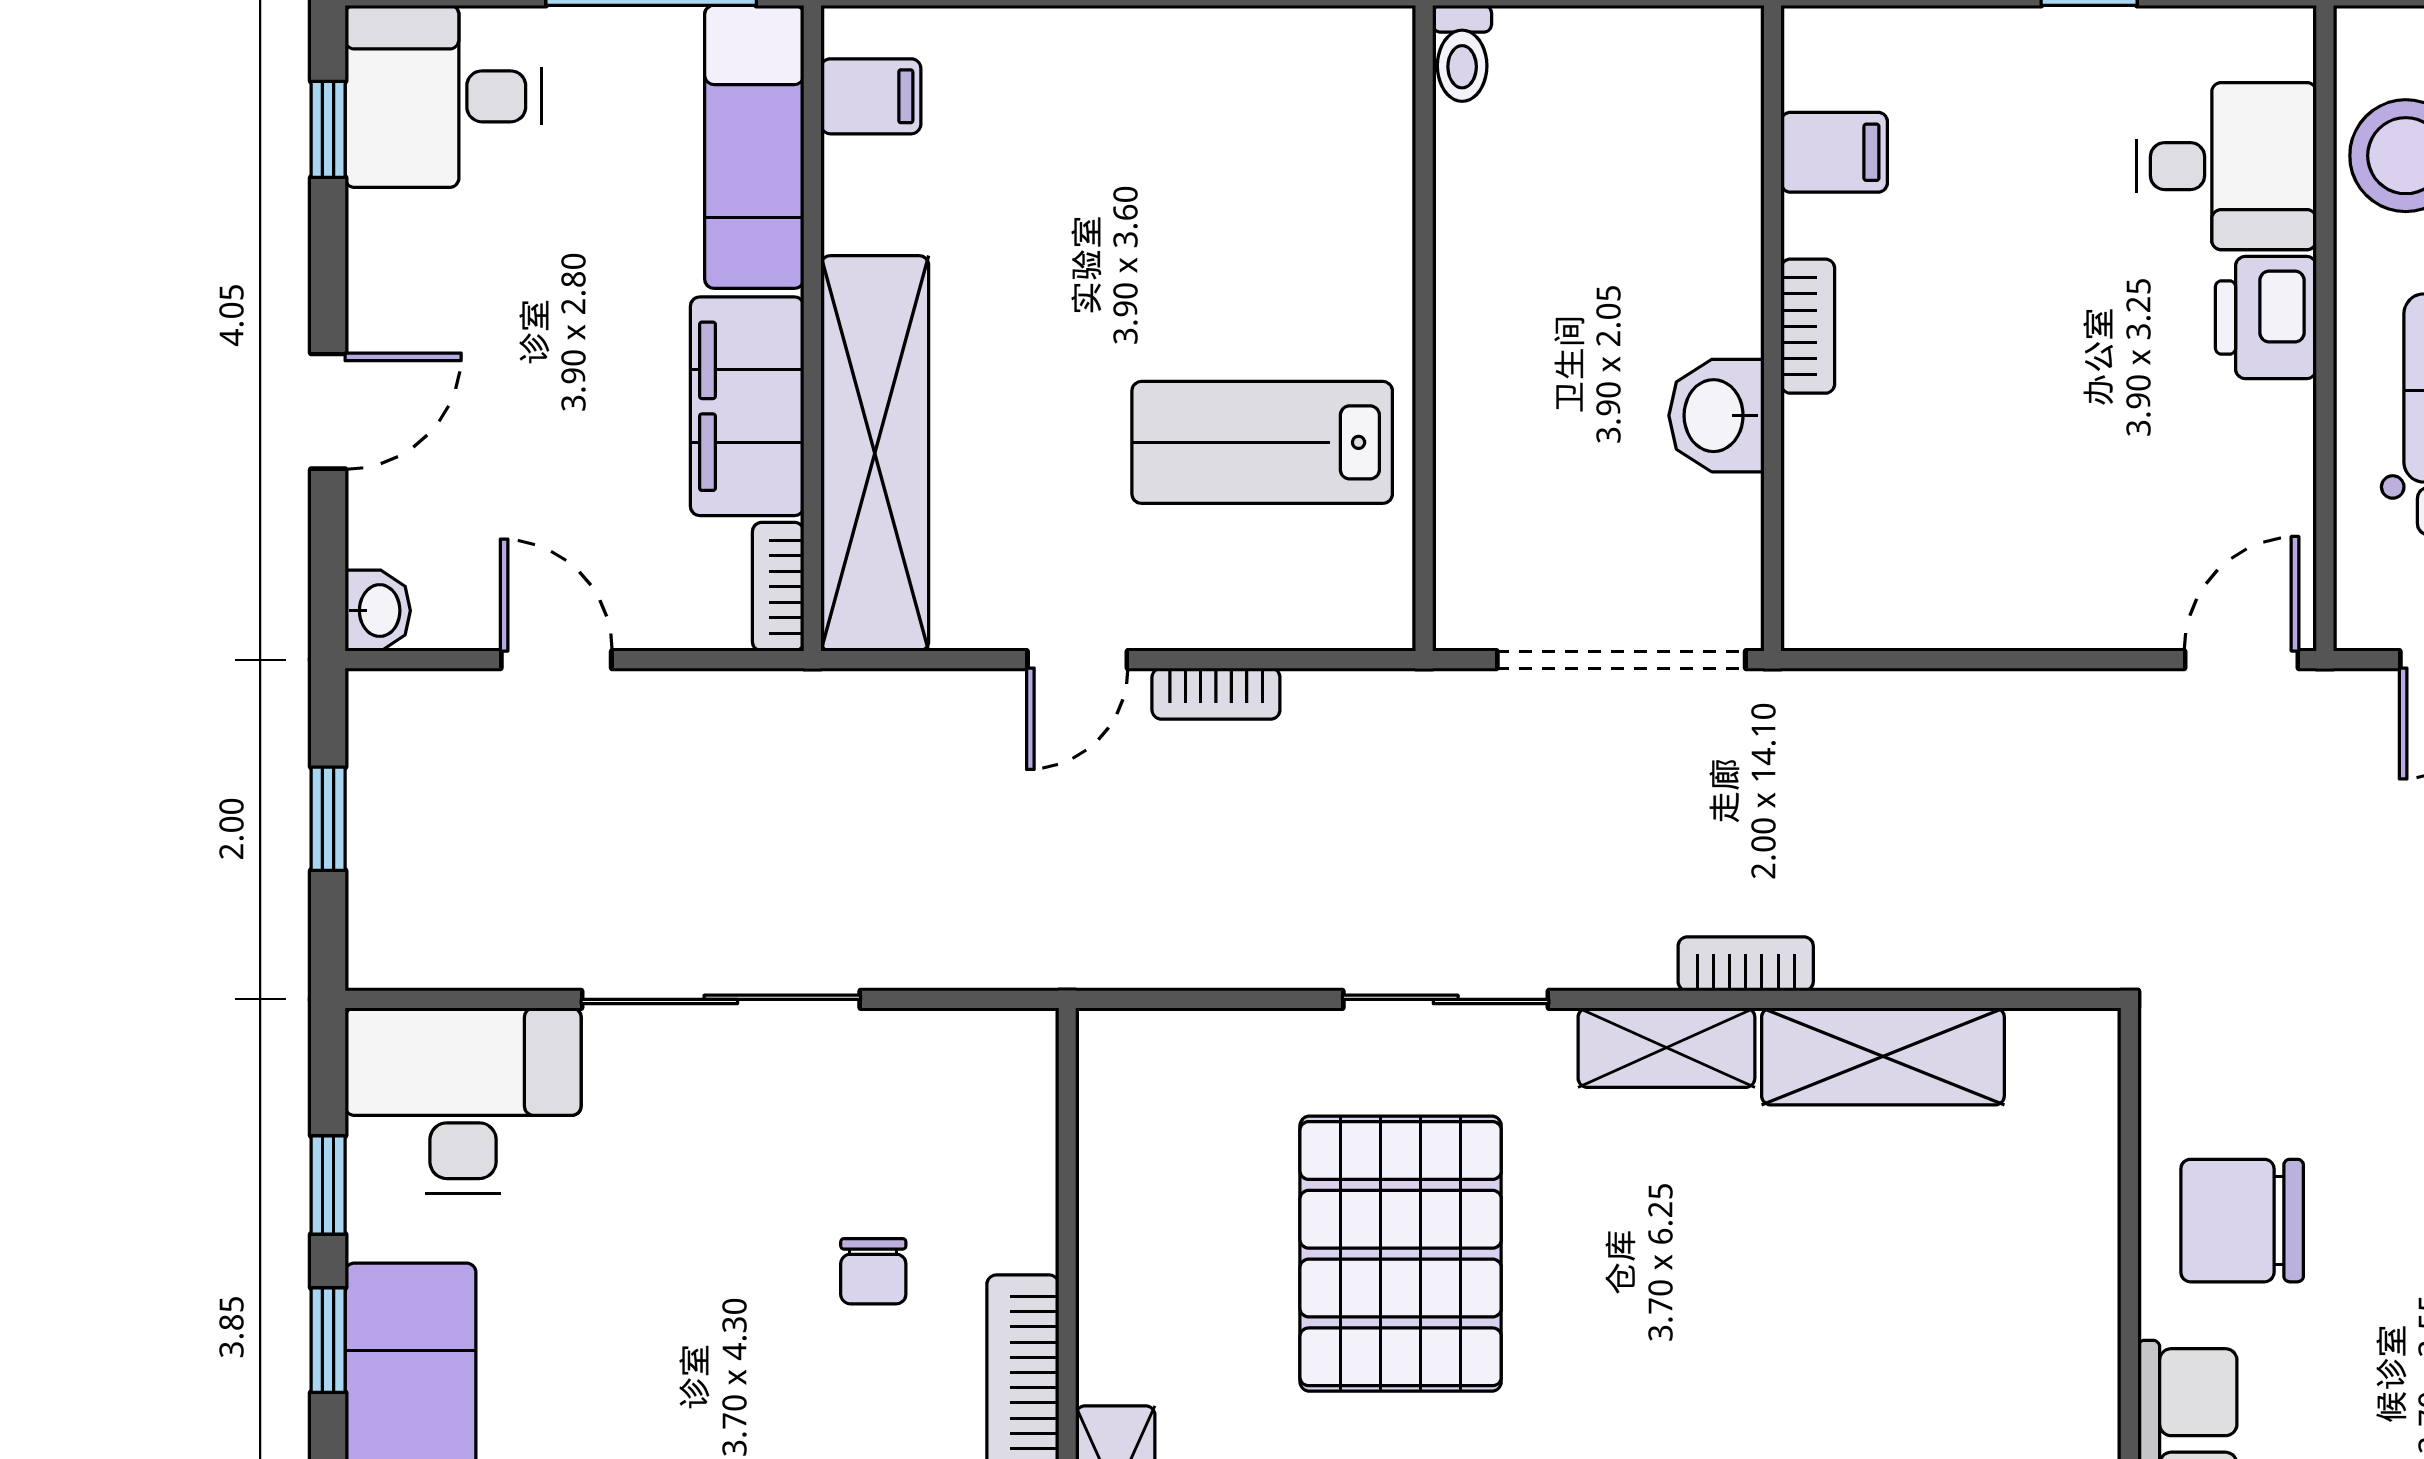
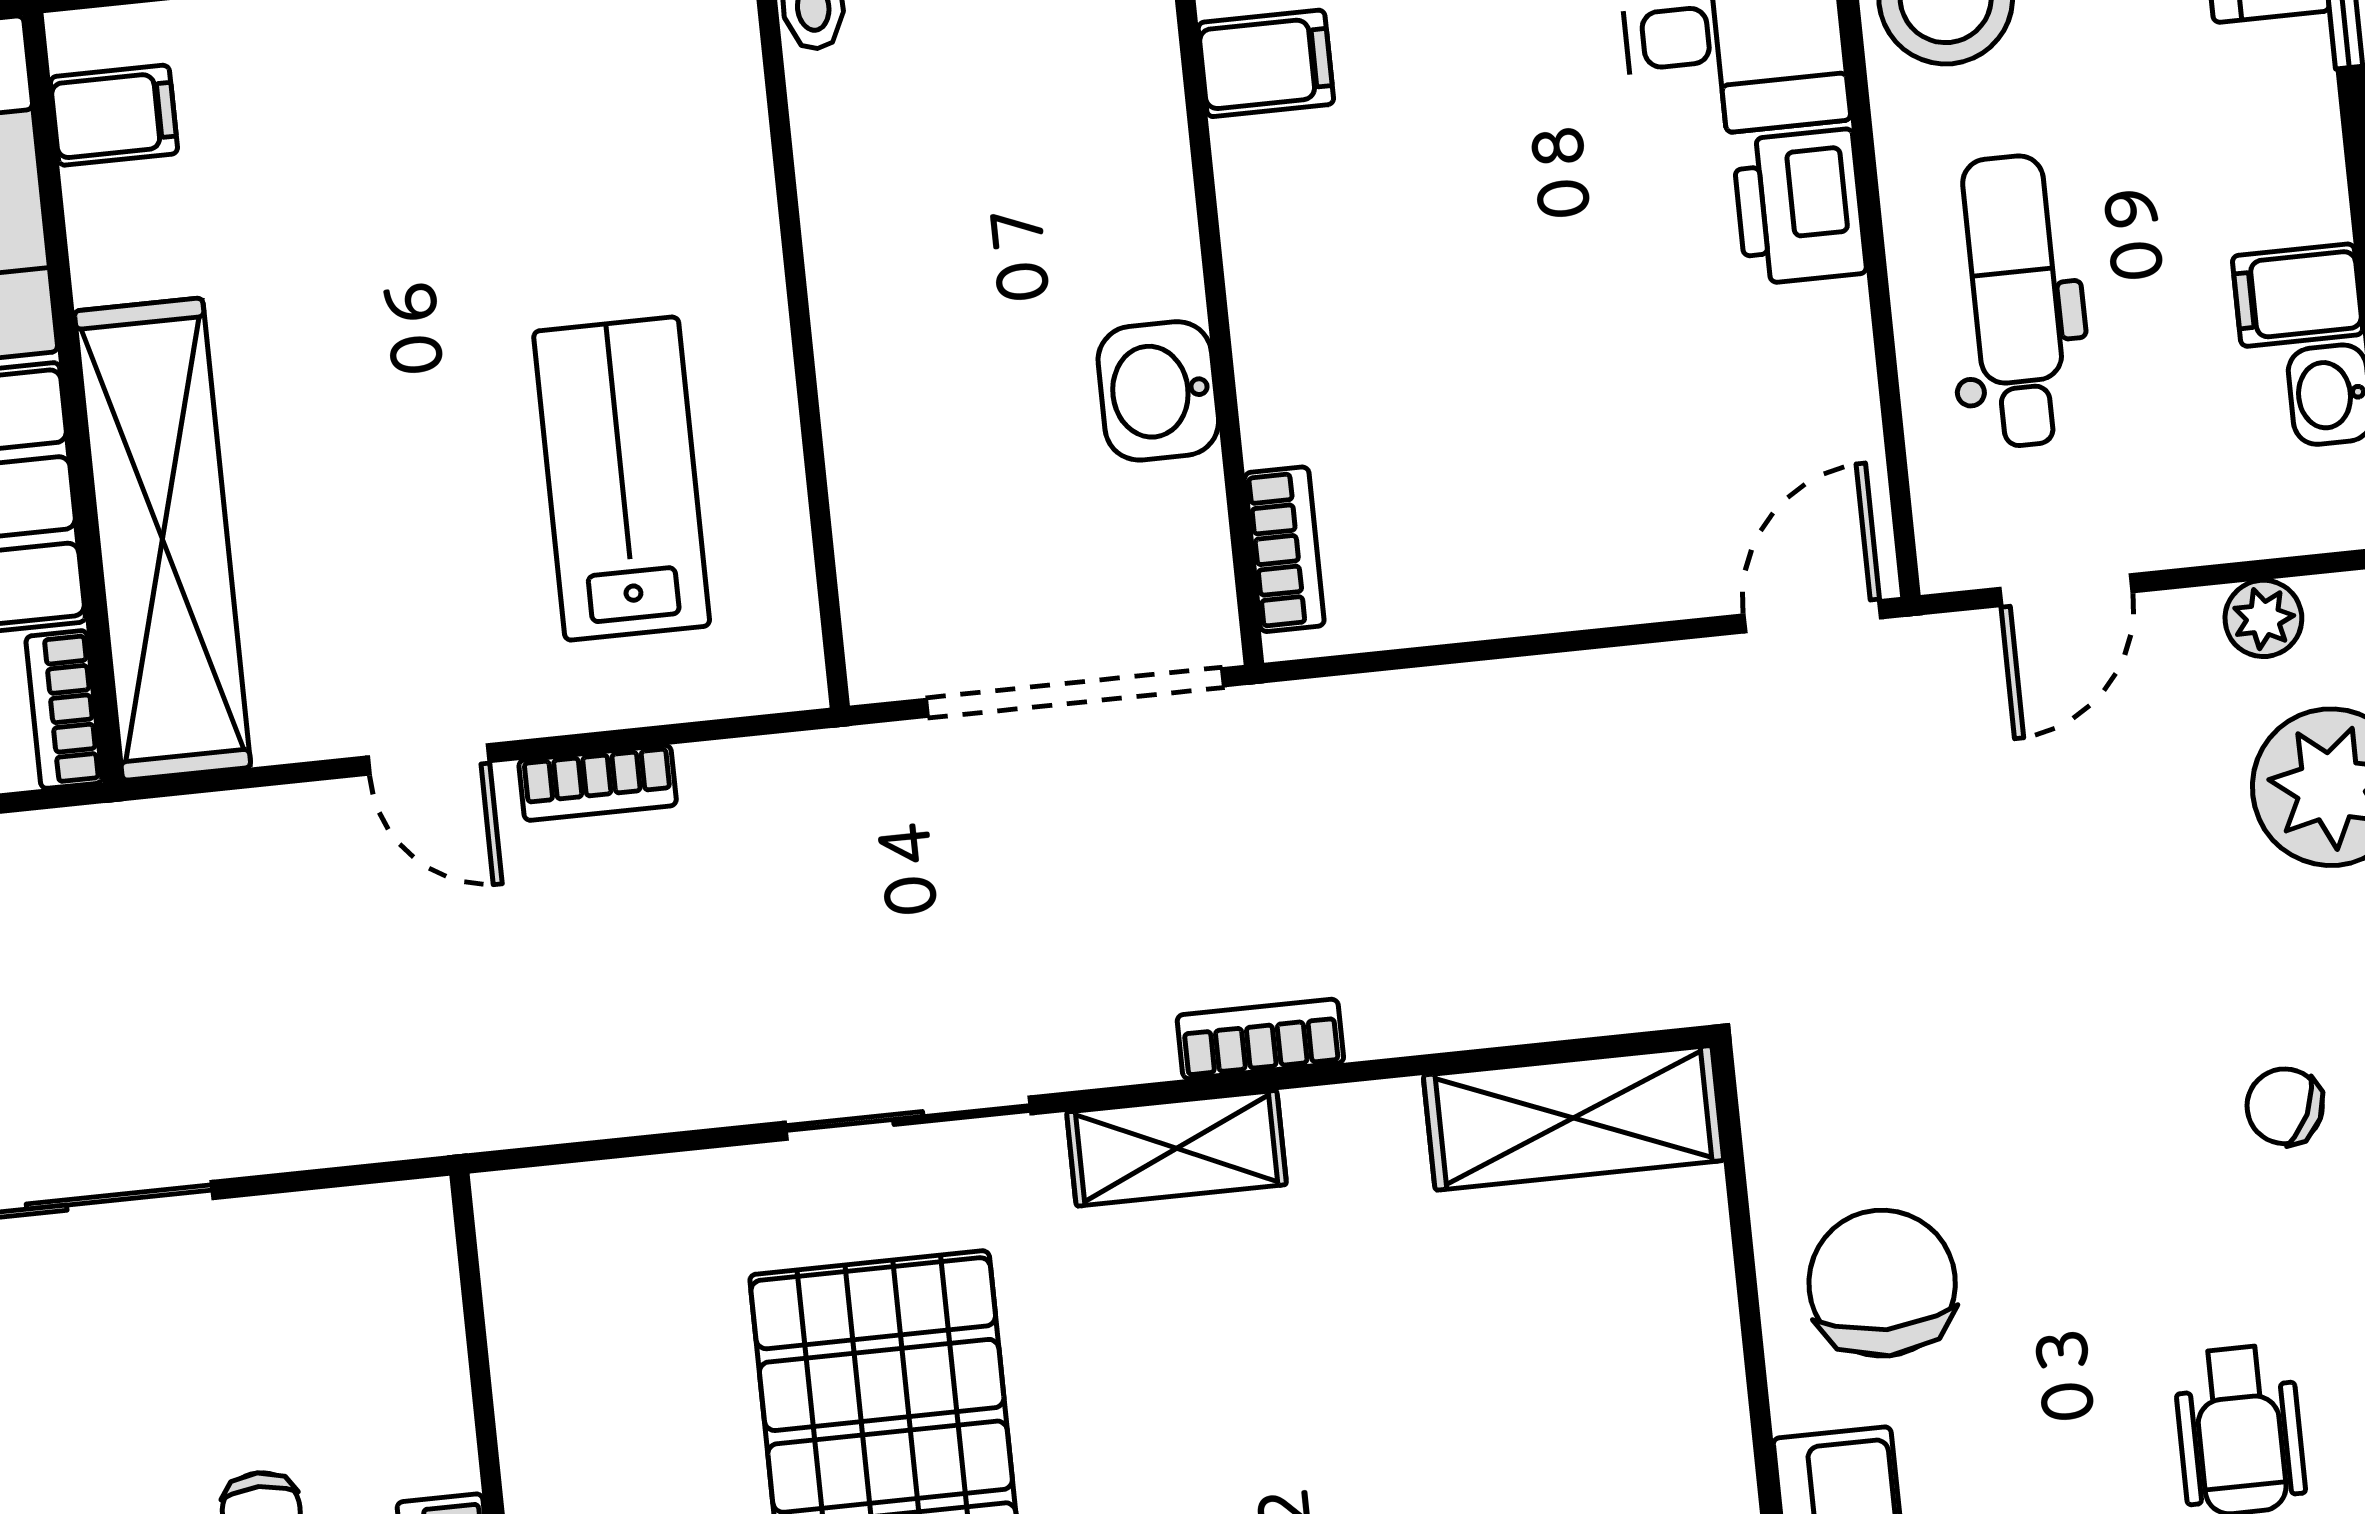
bookcase: (1808, 326) -> (1284, 549), moved
lab bench: (1262, 442) -> (622, 479), turned 90
door: (1077, 660) -> (429, 759), hinge flipped
shelving: (1883, 1056) -> (1573, 1118), moved
chair: (2242, 1221) -> (1882, 1283), turned 90

